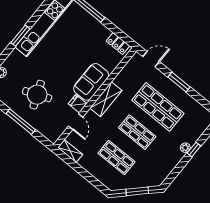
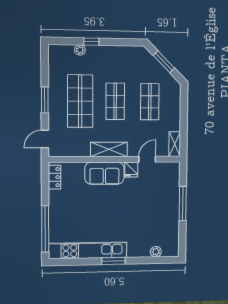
door: (151, 59) -> (45, 139), hinge flipped
round table: (37, 95) -> (150, 208), removed
plant: (185, 148) -> (80, 50), moved

